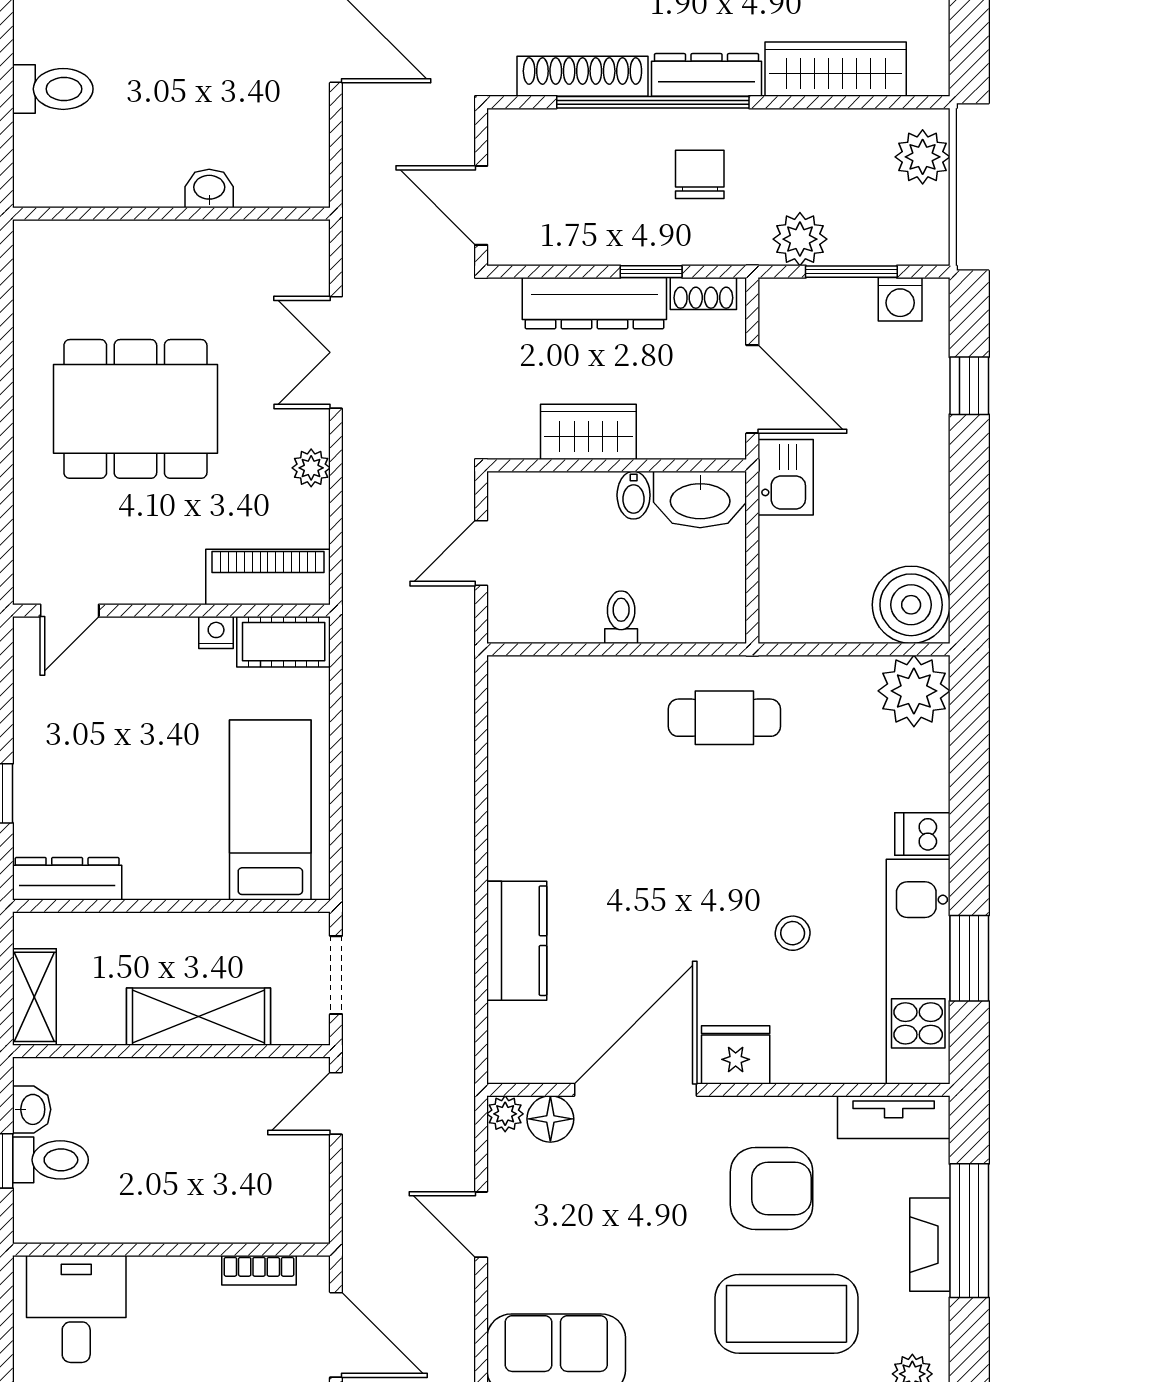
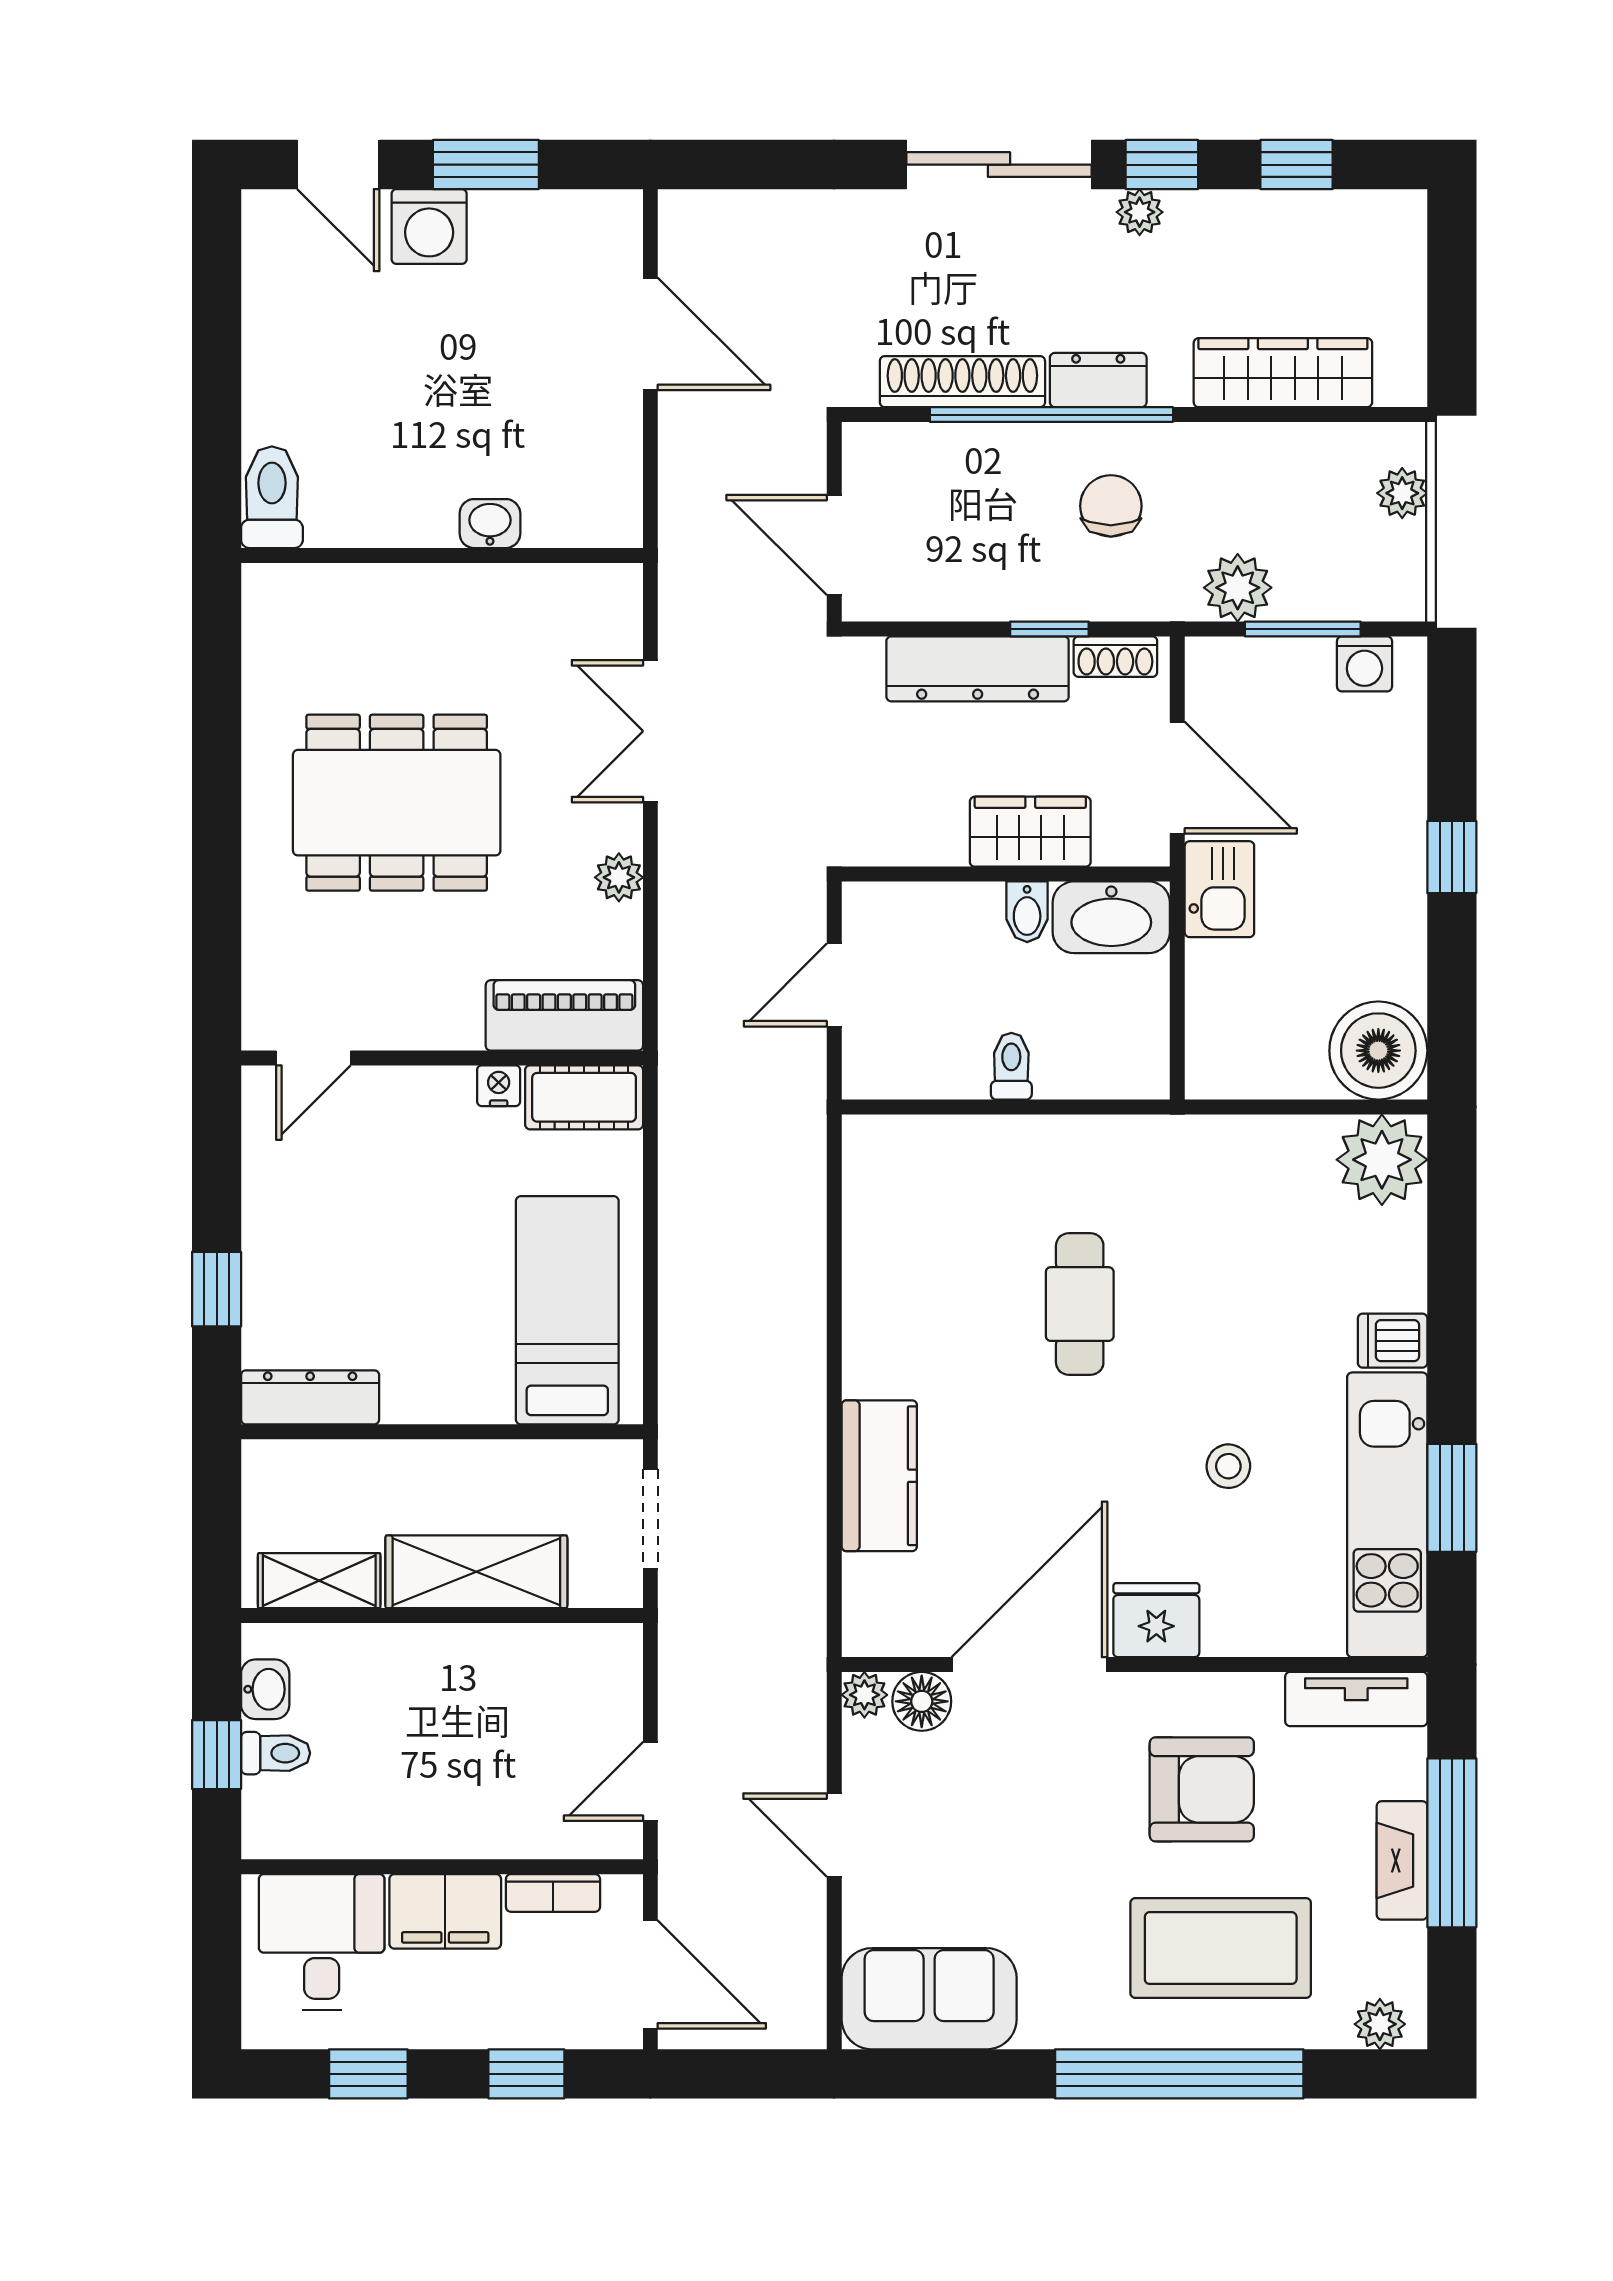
dresser: (706, 75) -> (1098, 380), width x0.70
toilet: (53, 89) -> (272, 497), moved, turned -90
plant: (923, 157) -> (1402, 493), width x0.73, depth x0.73
window: (969, 386) -> (1452, 857), moved
wardrobe: (588, 432) -> (1030, 832), moved
cafe table: (724, 718) -> (1080, 1304), moved, turned 90
shelving: (34, 997) -> (319, 1581), moved, turned 90
door: (336, 1103) -> (650, 1781), moved
toilet: (50, 1160) -> (276, 1753), width x0.73, depth x0.72
filing cabinet: (174, 1285) -> (445, 1911), added

